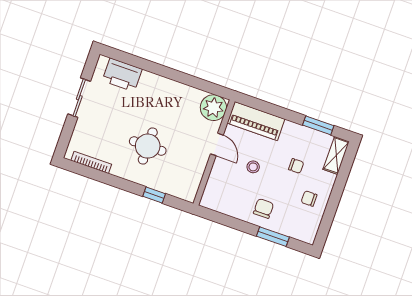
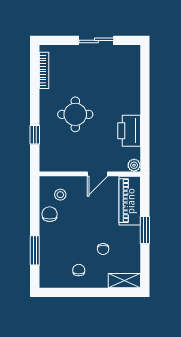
printer: (122, 75) -> (129, 131), moved
plant: (213, 108) -> (134, 165), width x0.53, depth x0.53
window: (318, 125) -> (145, 230), moved
stool: (253, 167) -> (60, 195), moved
chair: (264, 208) -> (50, 214), moved, turned -90

